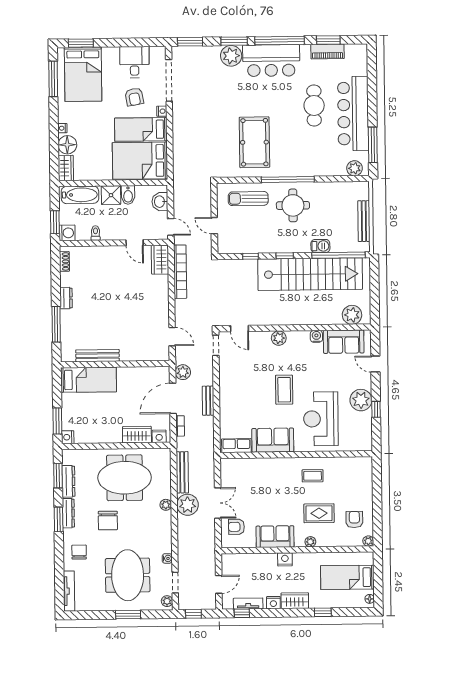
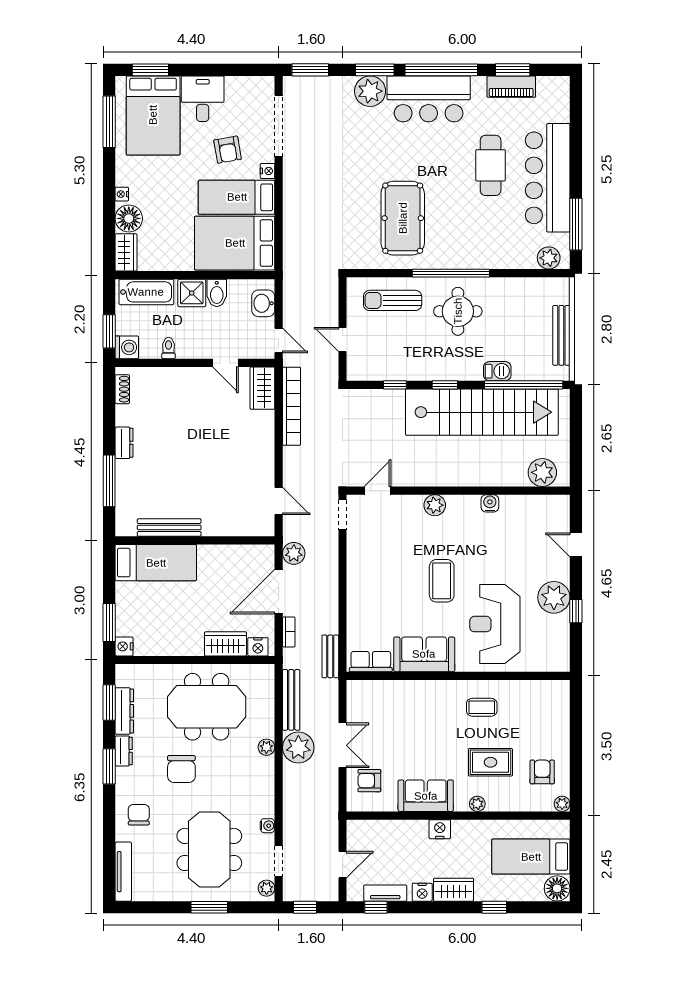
desk: (134, 62) -> (203, 99), moved
door: (239, 329) -> (377, 491), swing flipped
sofa: (344, 342) -> (530, 512), removed
bench: (208, 401) -> (330, 656), moved
dresser: (68, 513) -> (124, 751), width x0.70
floor lamp: (370, 599) -> (557, 888), width x1.89, depth x1.89

